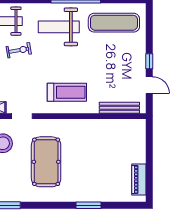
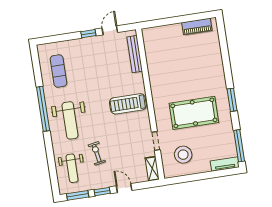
exercise mat: (114, 23) -> (58, 71), width x0.73, depth x0.69
treadmill: (67, 92) -> (128, 104), turned -90
window: (89, 205) -> (232, 100), moved

